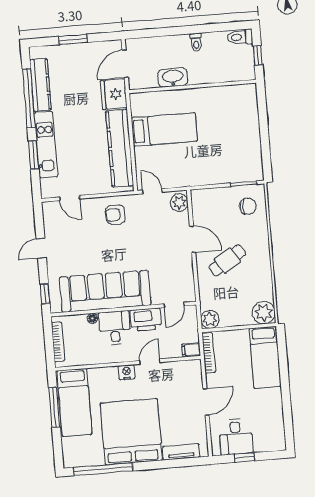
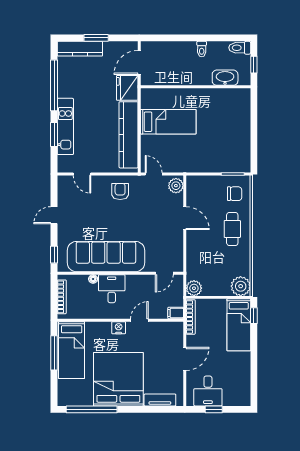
washbasin: (173, 77) -> (225, 78), moved
kitchen counter: (40, 85) -> (80, 49), moved, turned 90
armchair: (115, 215) -> (120, 191), turned 90
cafe table: (227, 260) -> (232, 229), moved, turned -58
printer: (146, 320) -> (139, 284), removed
window: (282, 345) -> (254, 316), added

